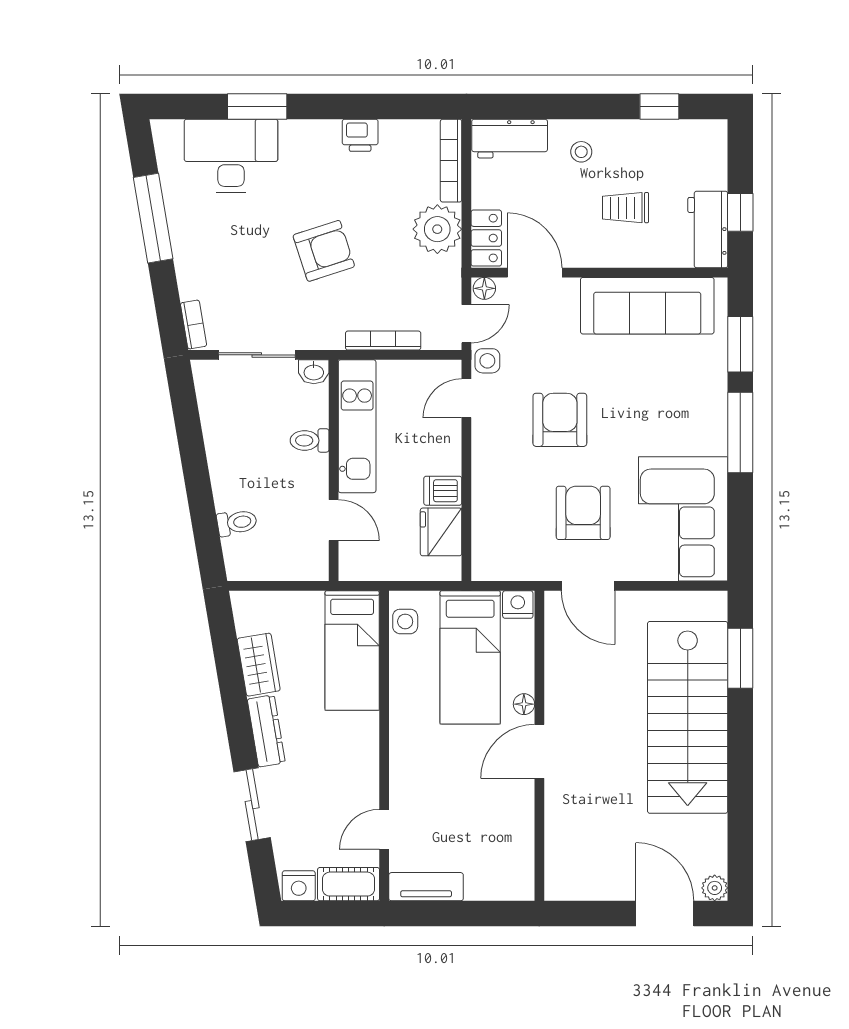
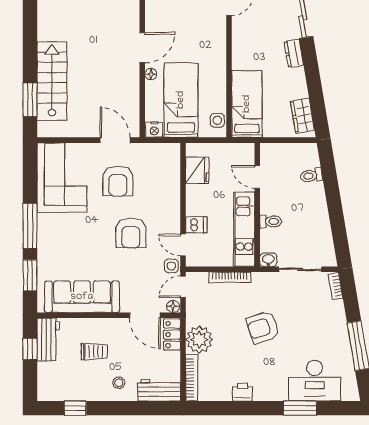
door: (466, 398) -> (183, 245), swing flipped
dishwasher: (443, 491) -> (196, 225), moved
wardrobe: (259, 665) -> (302, 116), moved
stairs: (688, 717) -> (52, 81), width x0.73, depth x0.66
dresser: (266, 731) -> (294, 53), width x0.70

